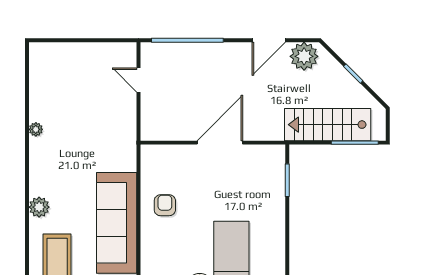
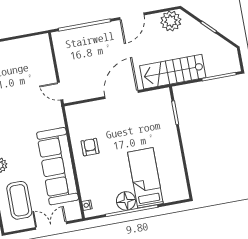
door: (269, 40) -> (132, 16), moved
door: (139, 80) -> (60, 91), moved
stairs: (328, 125) -> (173, 72), moved

